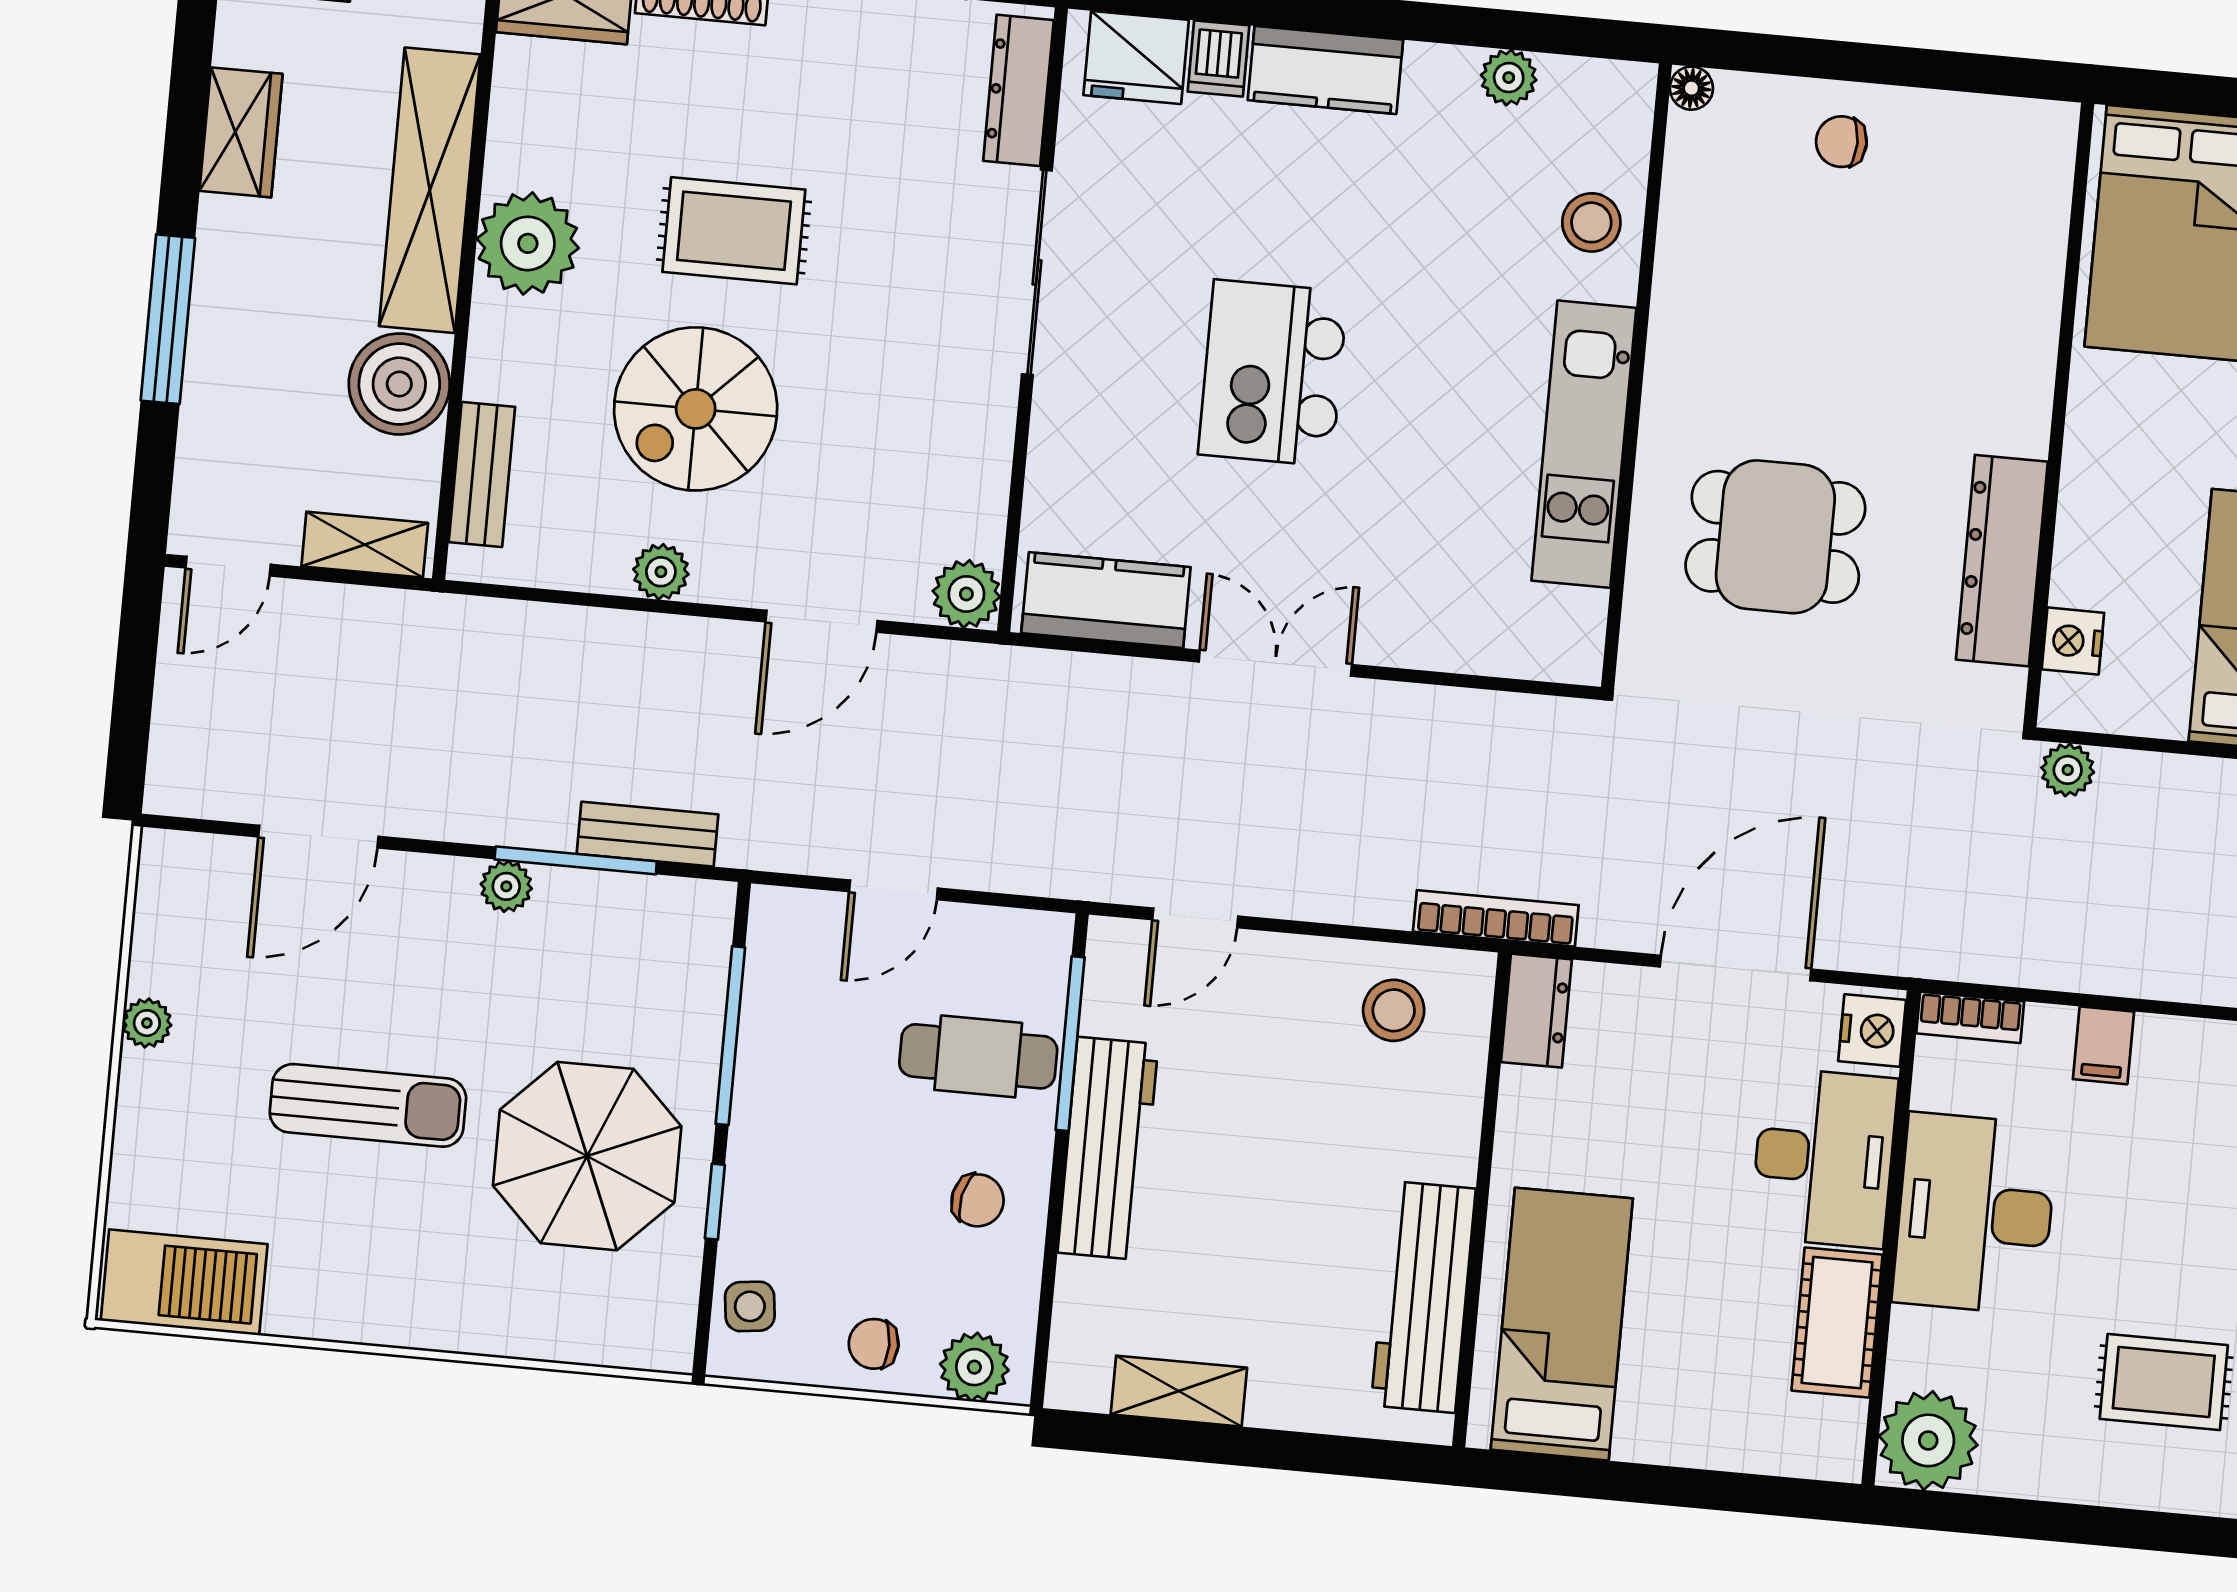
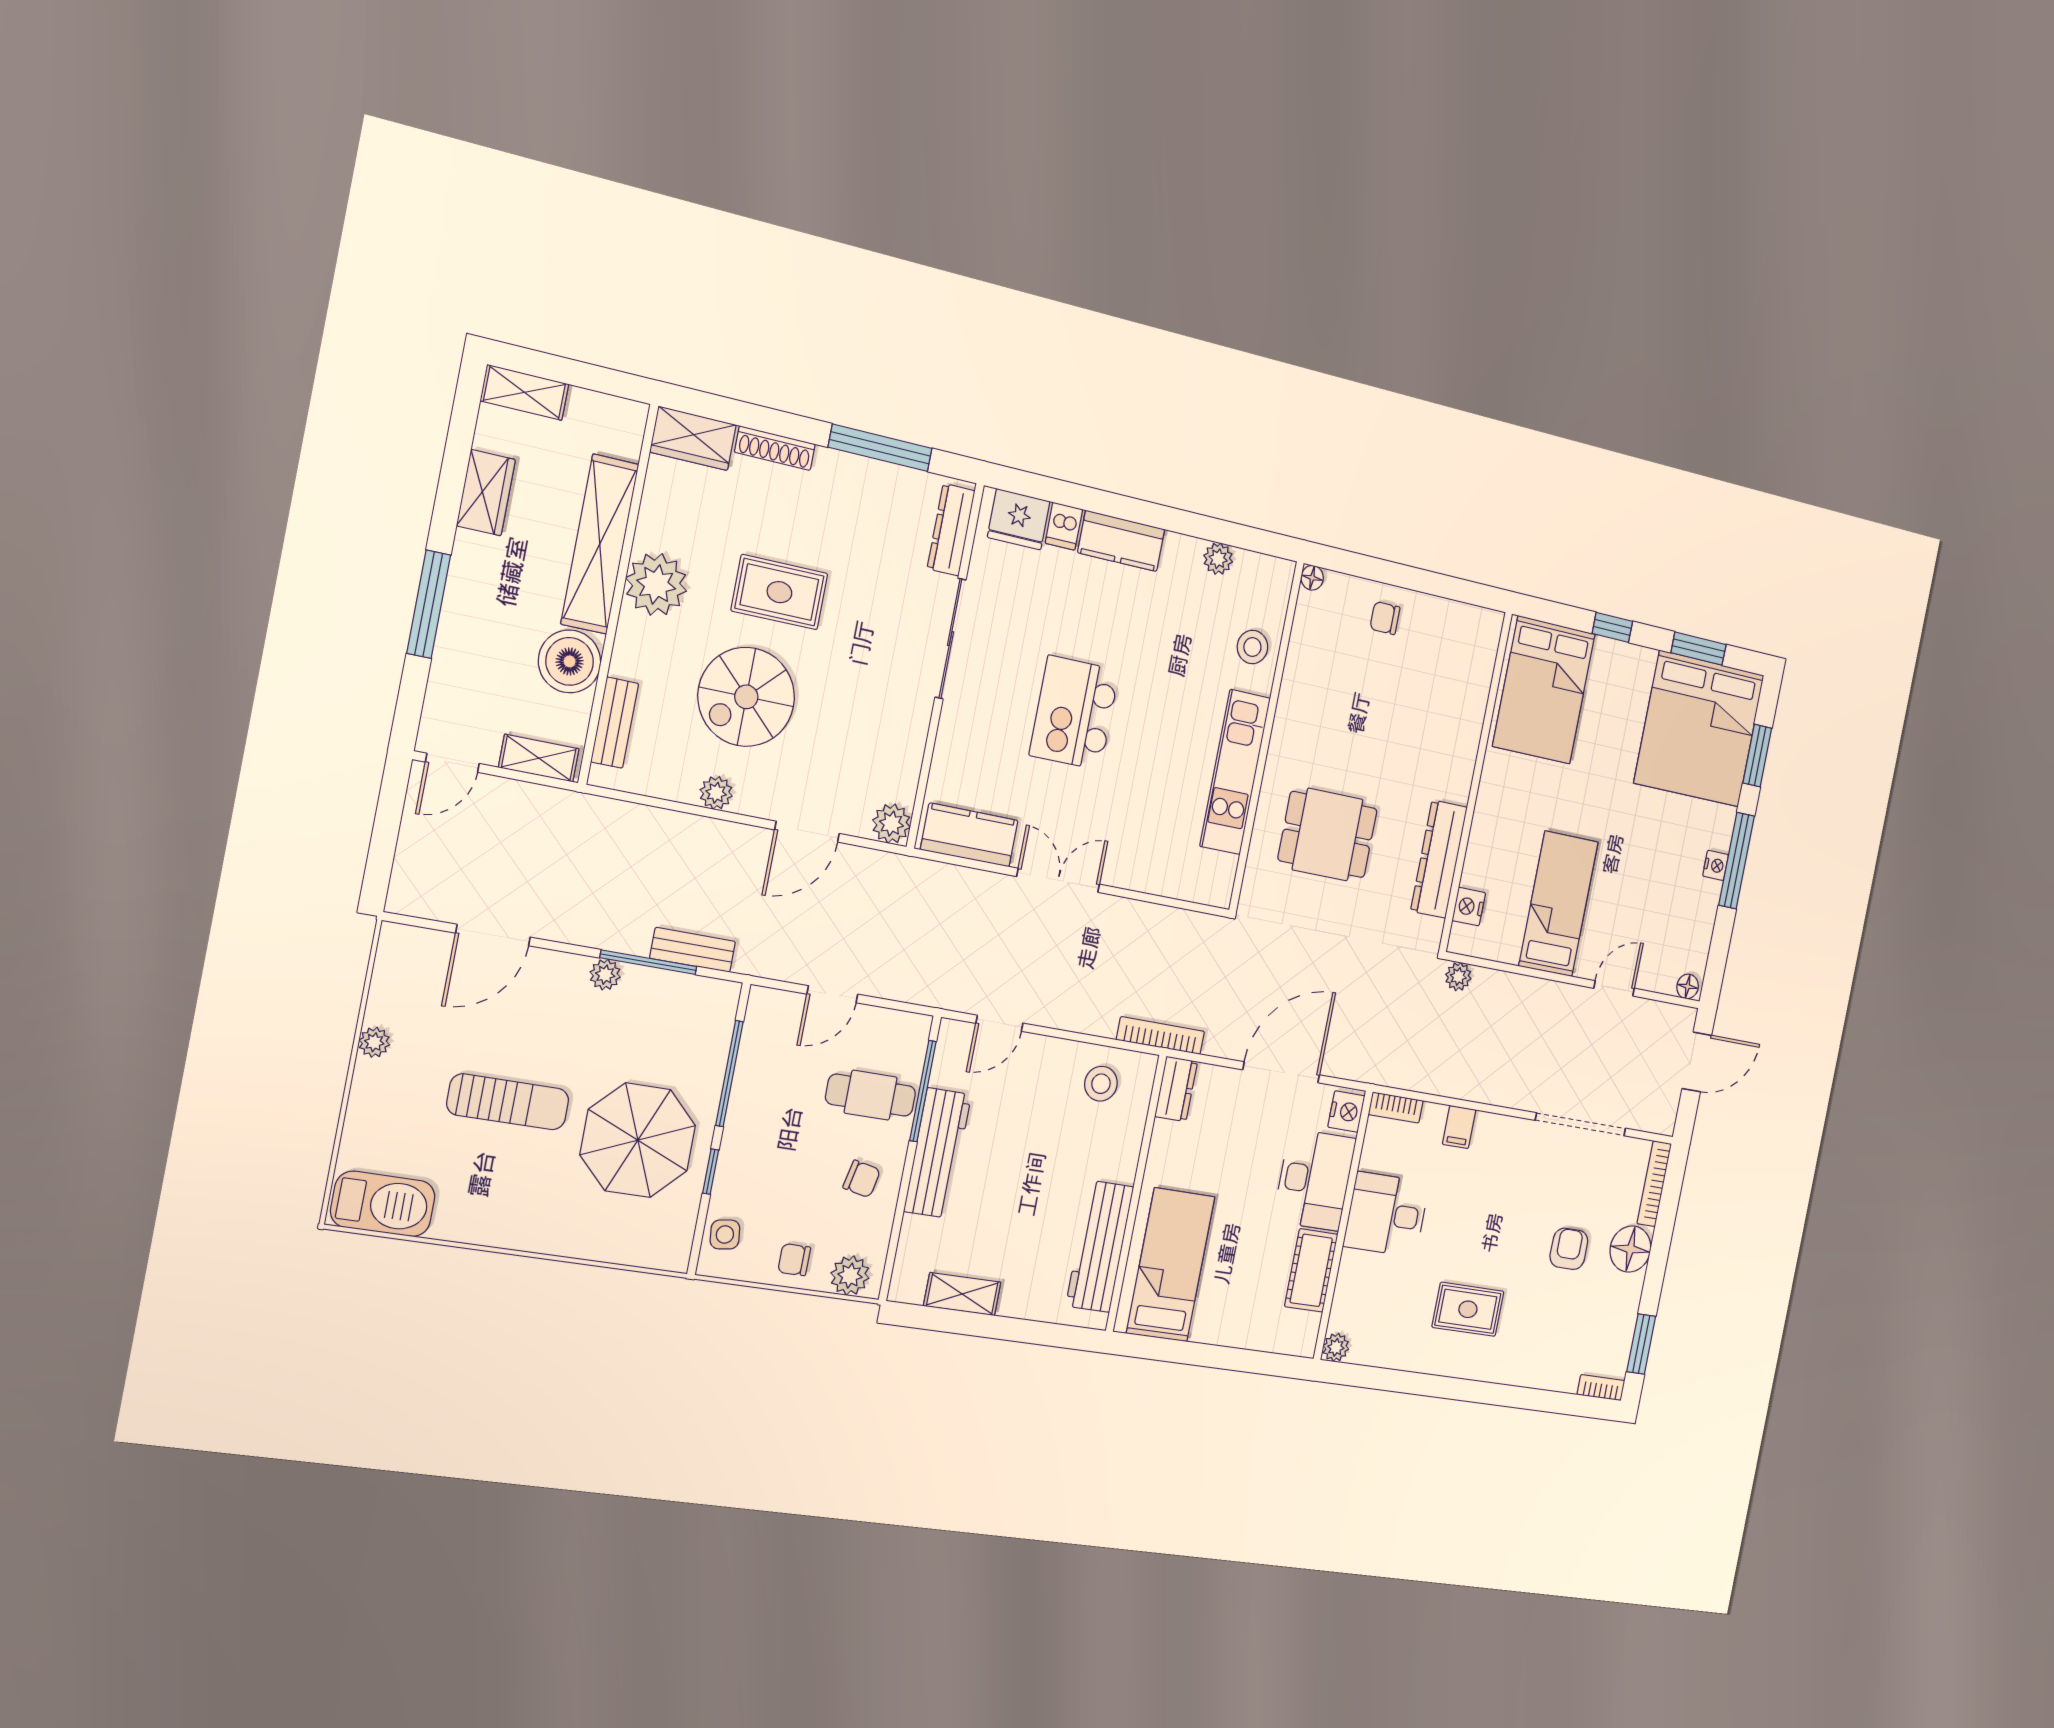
desk: (1975, 1214) -> (1386, 1214), width x0.73
plant: (1928, 1440) -> (1336, 1347), width x0.53, depth x0.53

